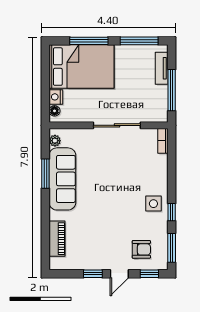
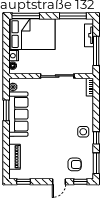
window: (89, 41) -> (26, 16), moved
window: (93, 274) -> (24, 182), moved

